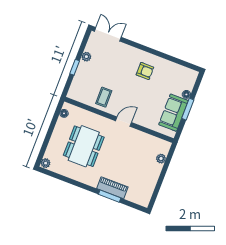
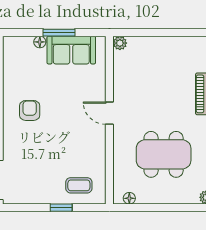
plant: (86, 57) -> (41, 197), removed
coffee table: (104, 97) -> (79, 185), moved
plant: (161, 159) -> (120, 43), moved

